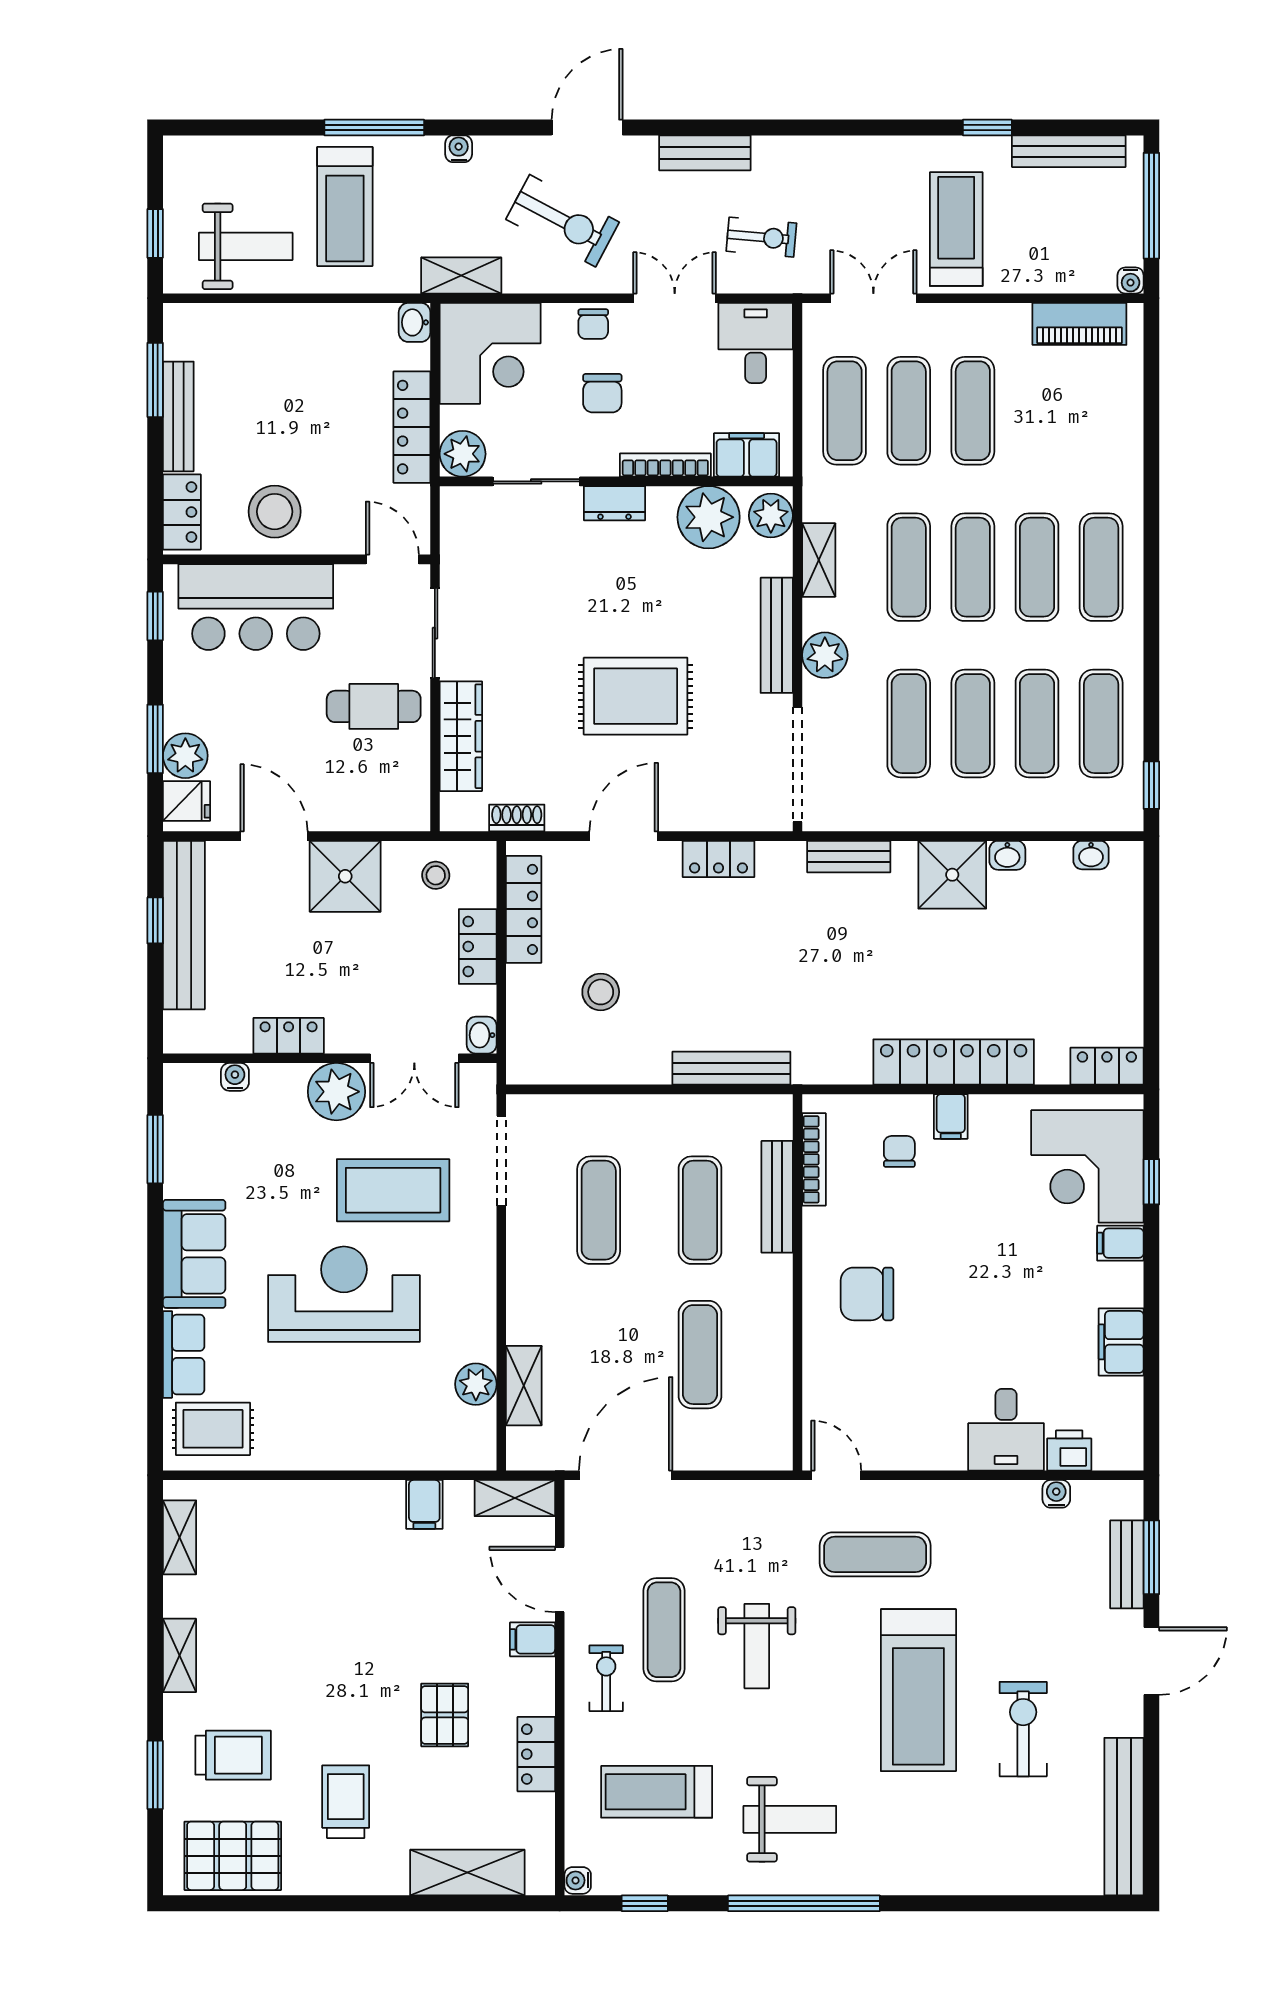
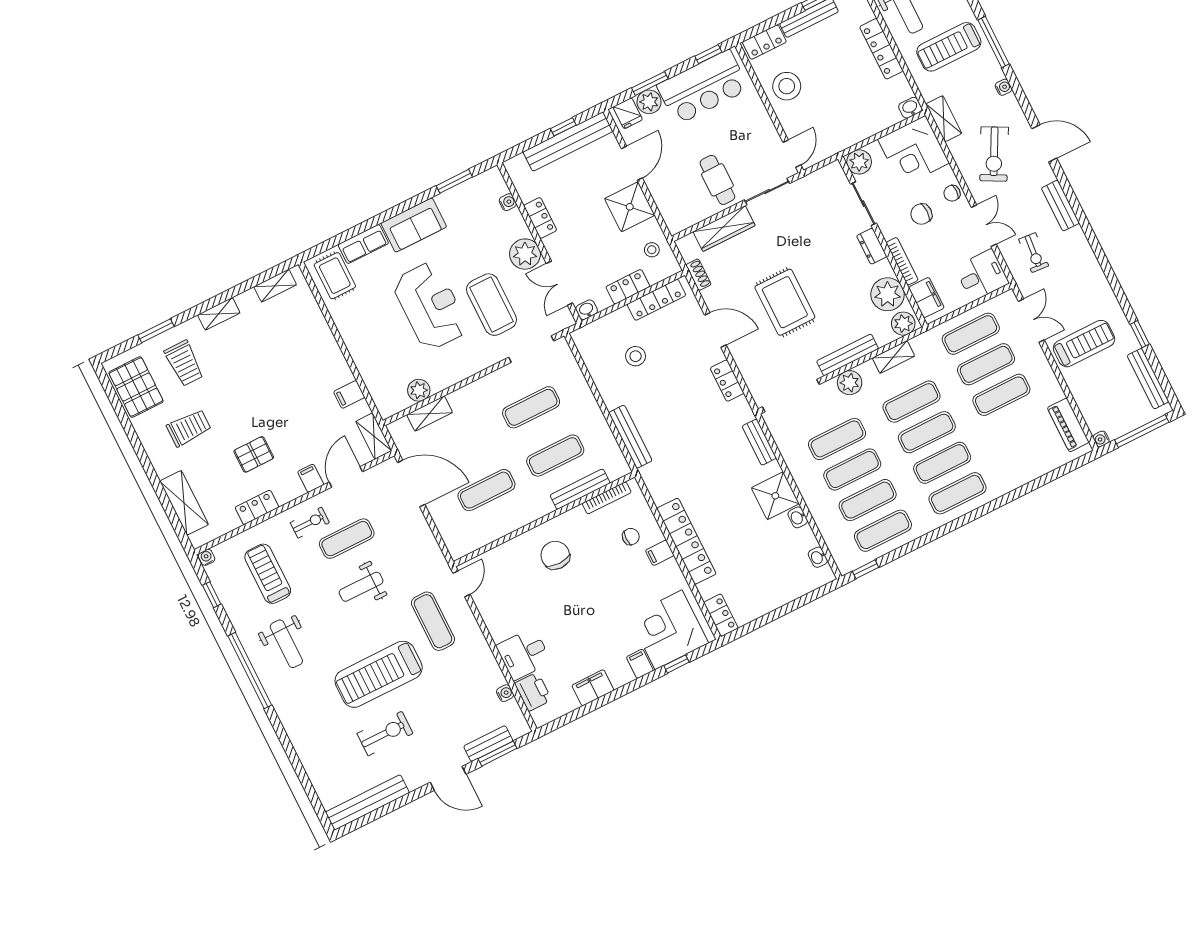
locker: (412, 427) -> (881, 49), moved, turned -90
bar counter: (256, 607) -> (703, 87), moved, turned -90
printer: (1069, 1451) -> (533, 692), width x1.36, depth x1.24

